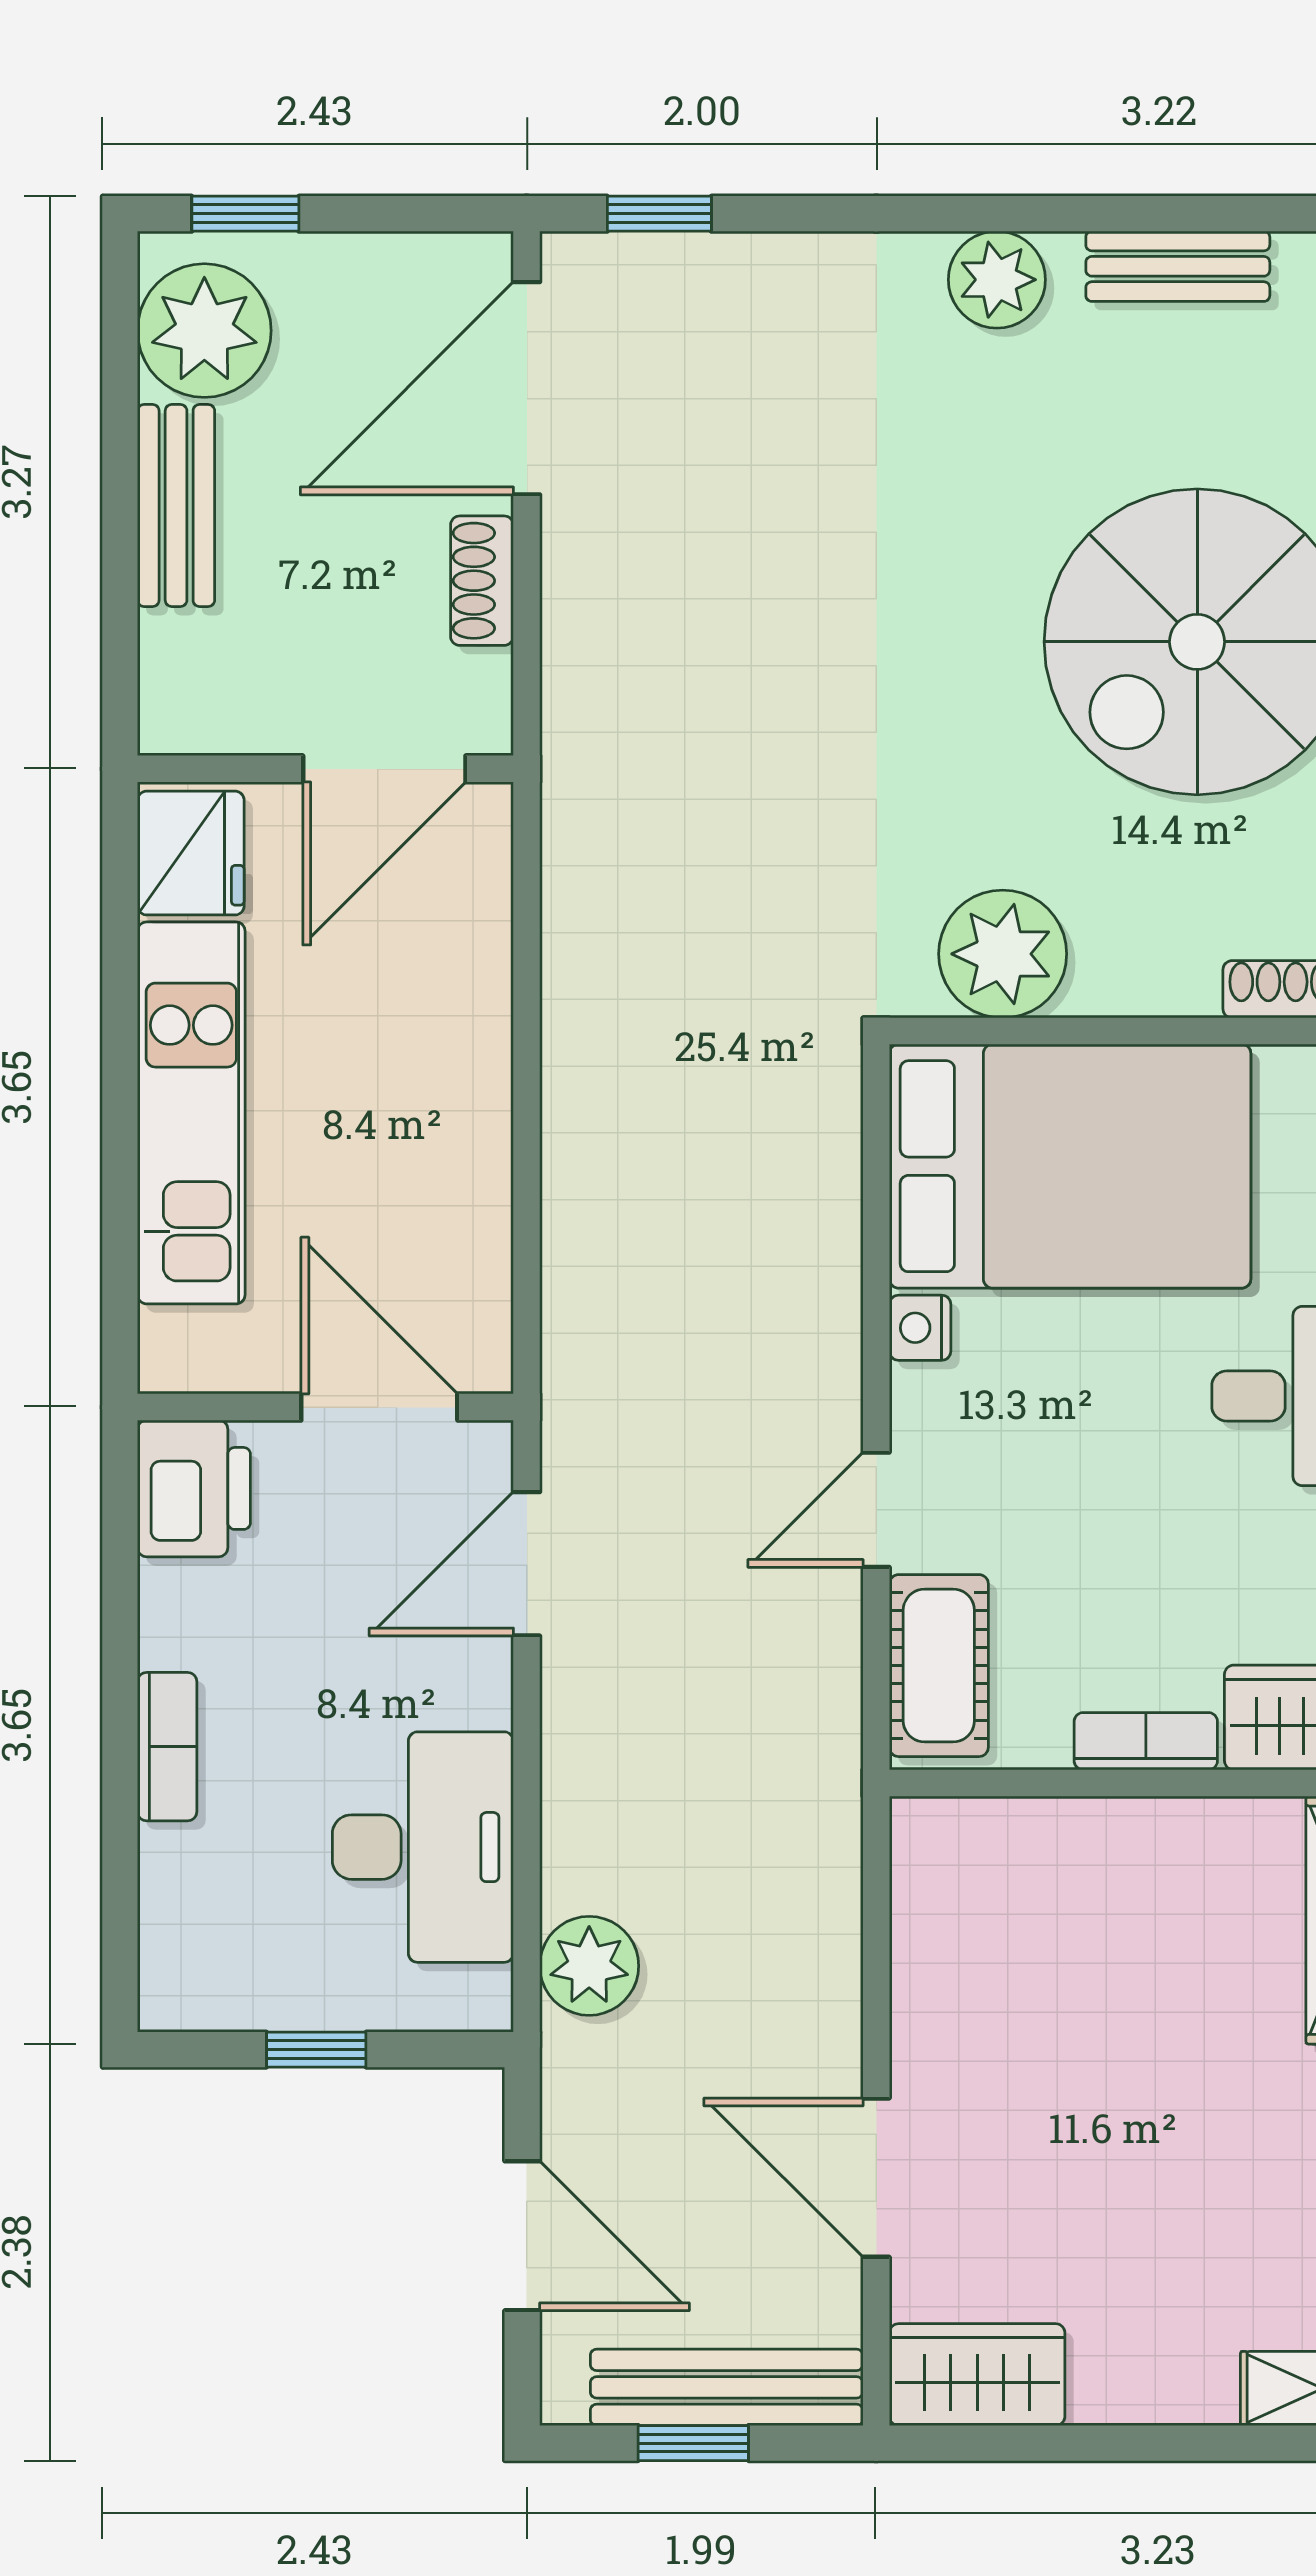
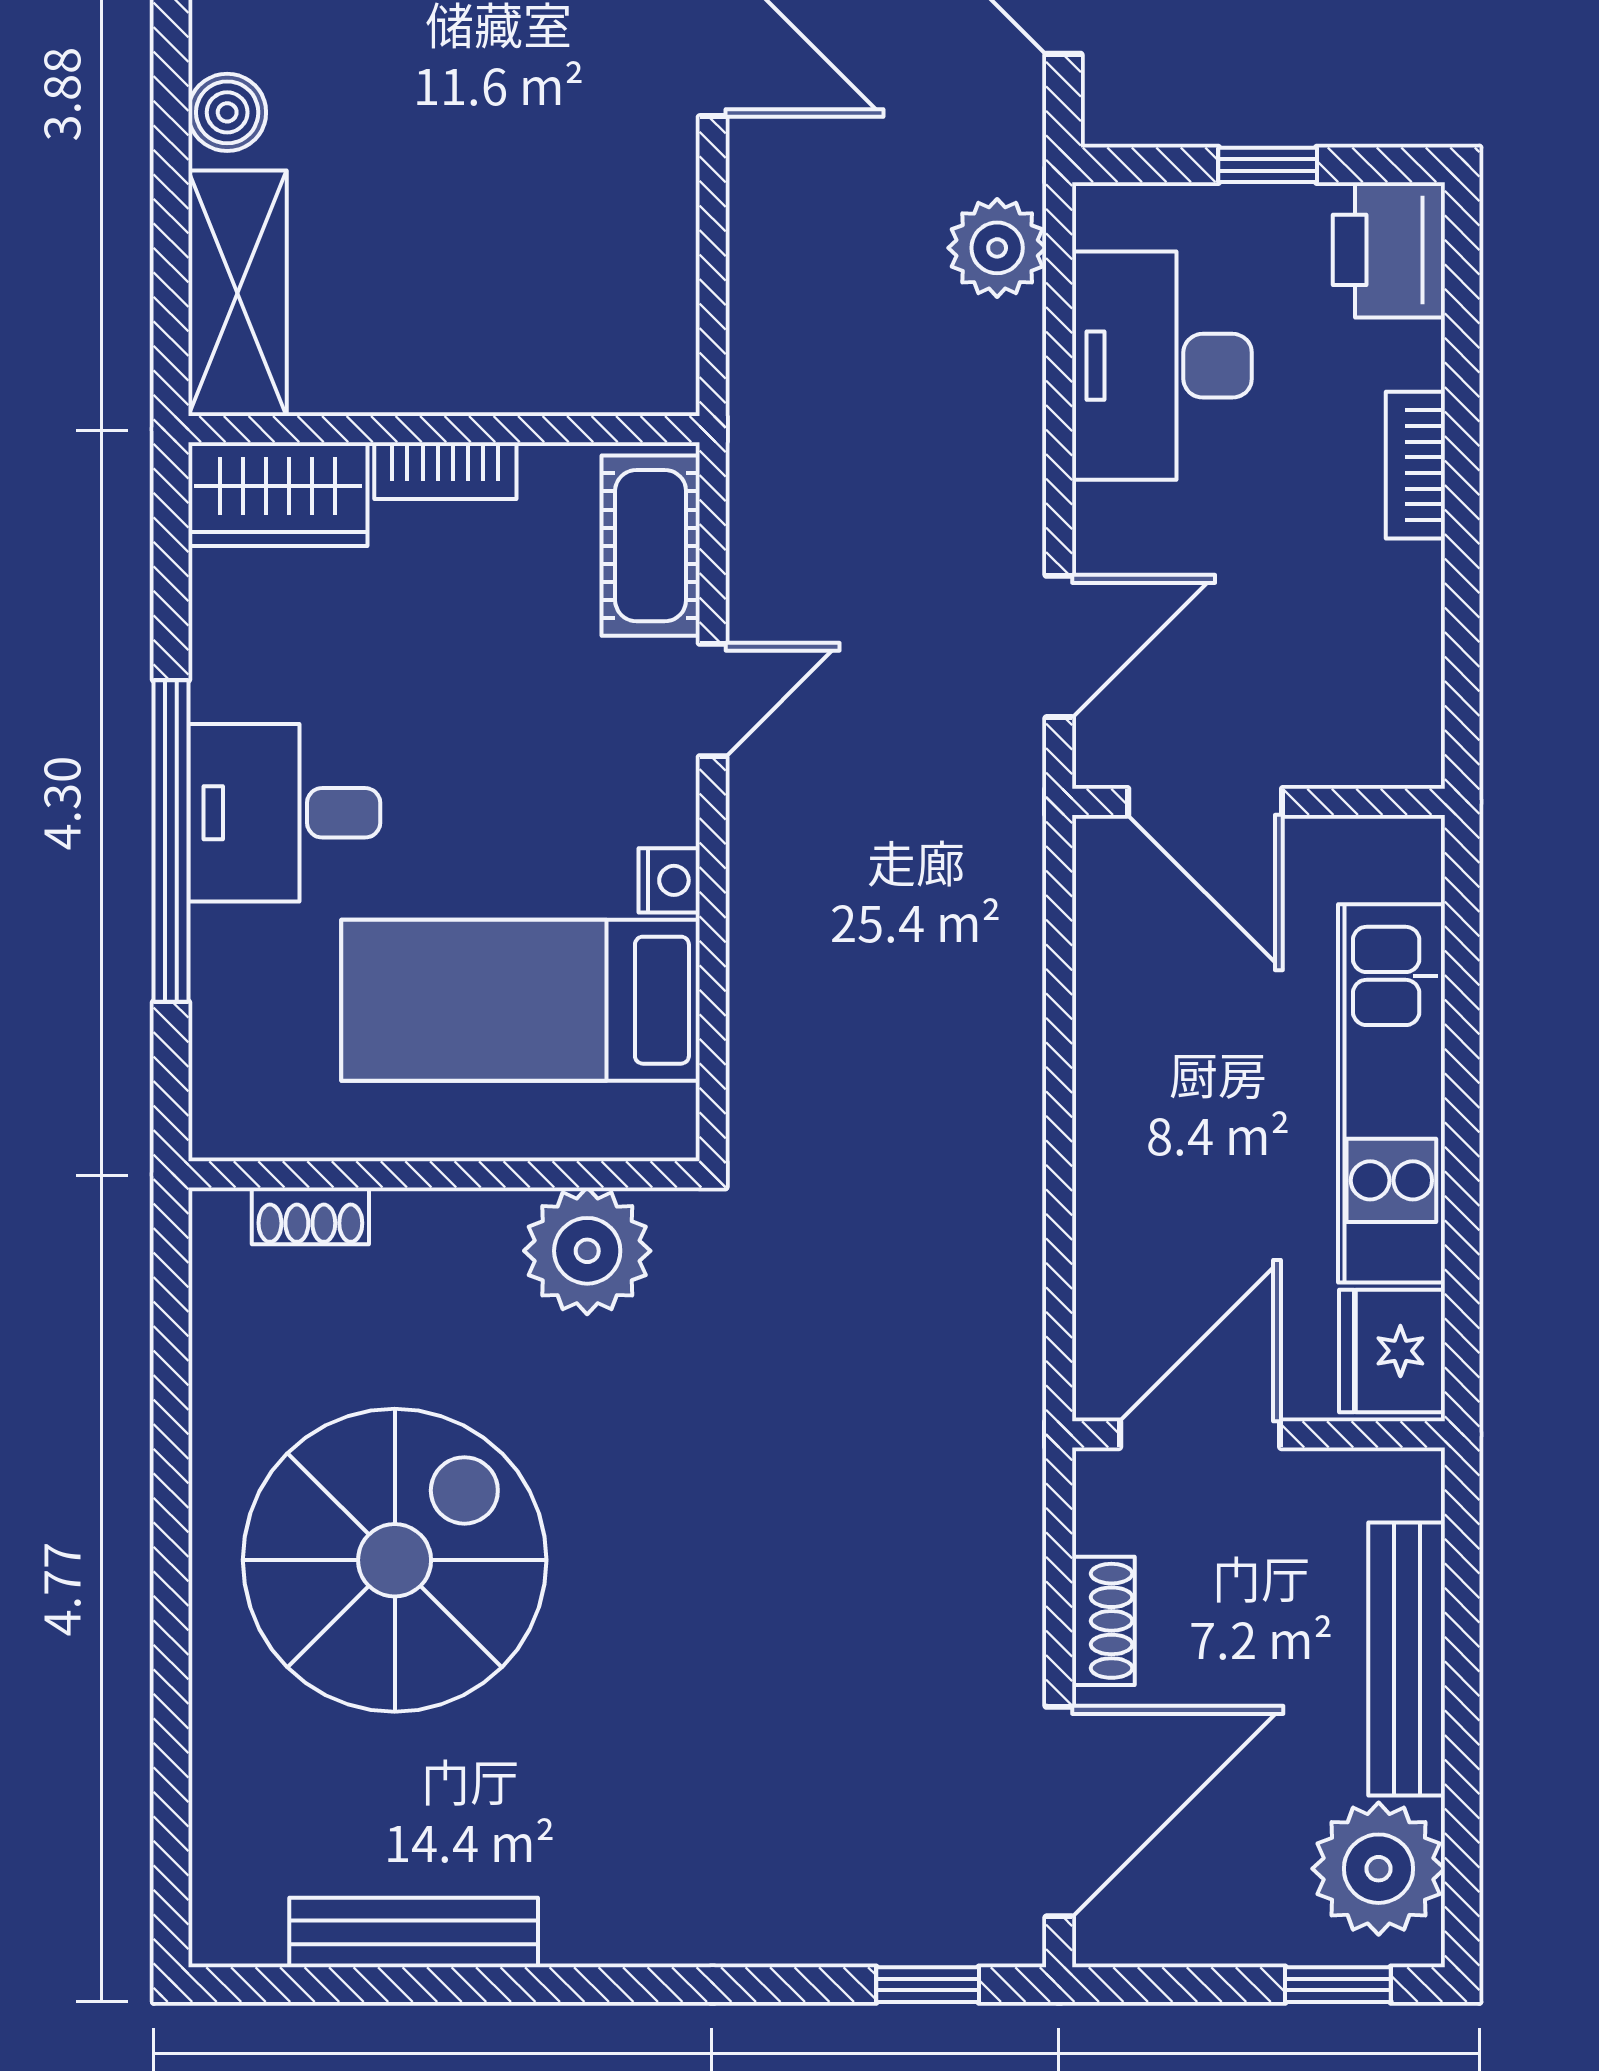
bench: (1178, 266) -> (414, 1932), width x1.36
plant: (997, 280) -> (593, 1919), removed
bench: (176, 506) -> (1407, 1659), width x1.36
bed: (1070, 1166) -> (520, 1000), width x0.67
printer: (194, 1488) -> (1389, 250), moved

